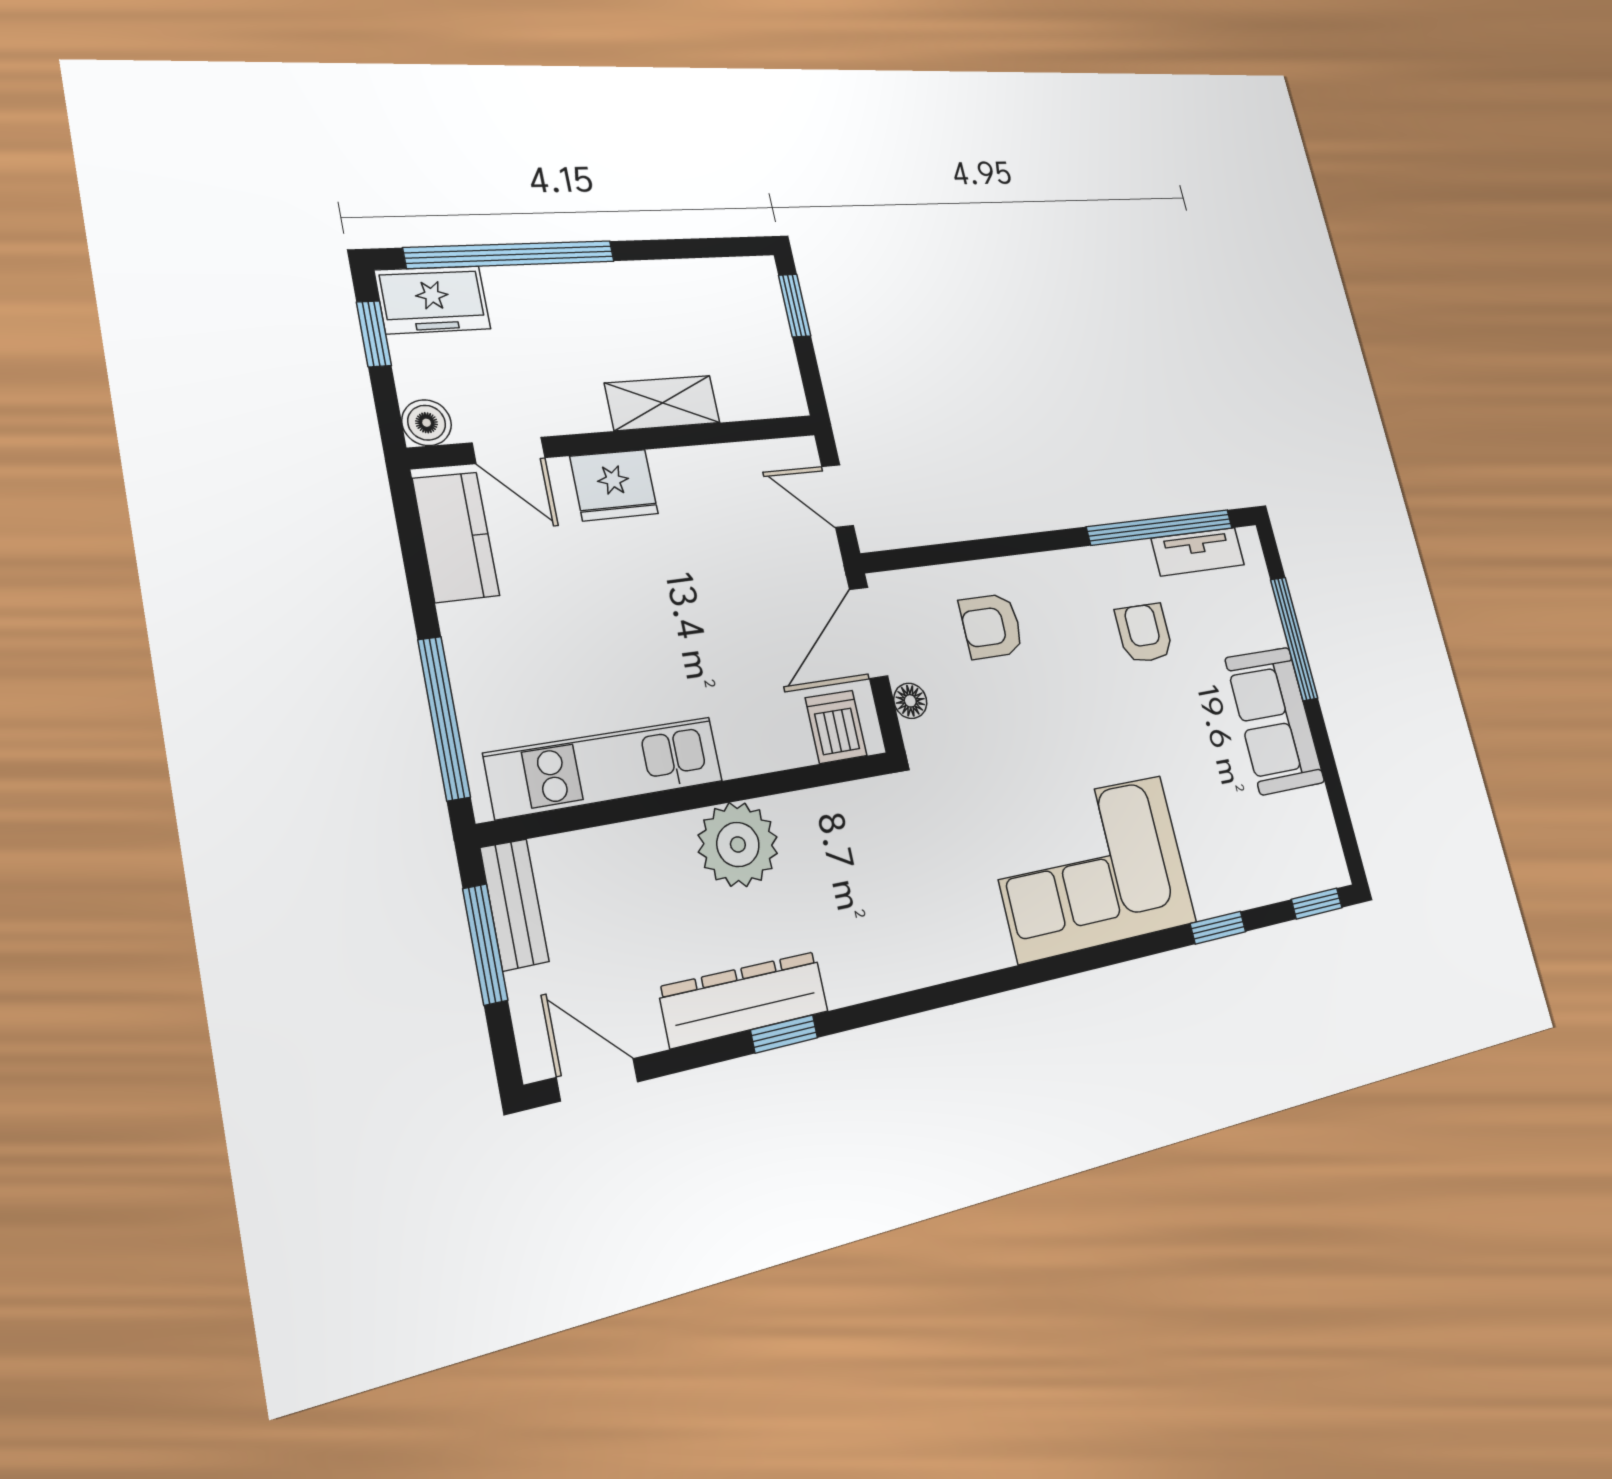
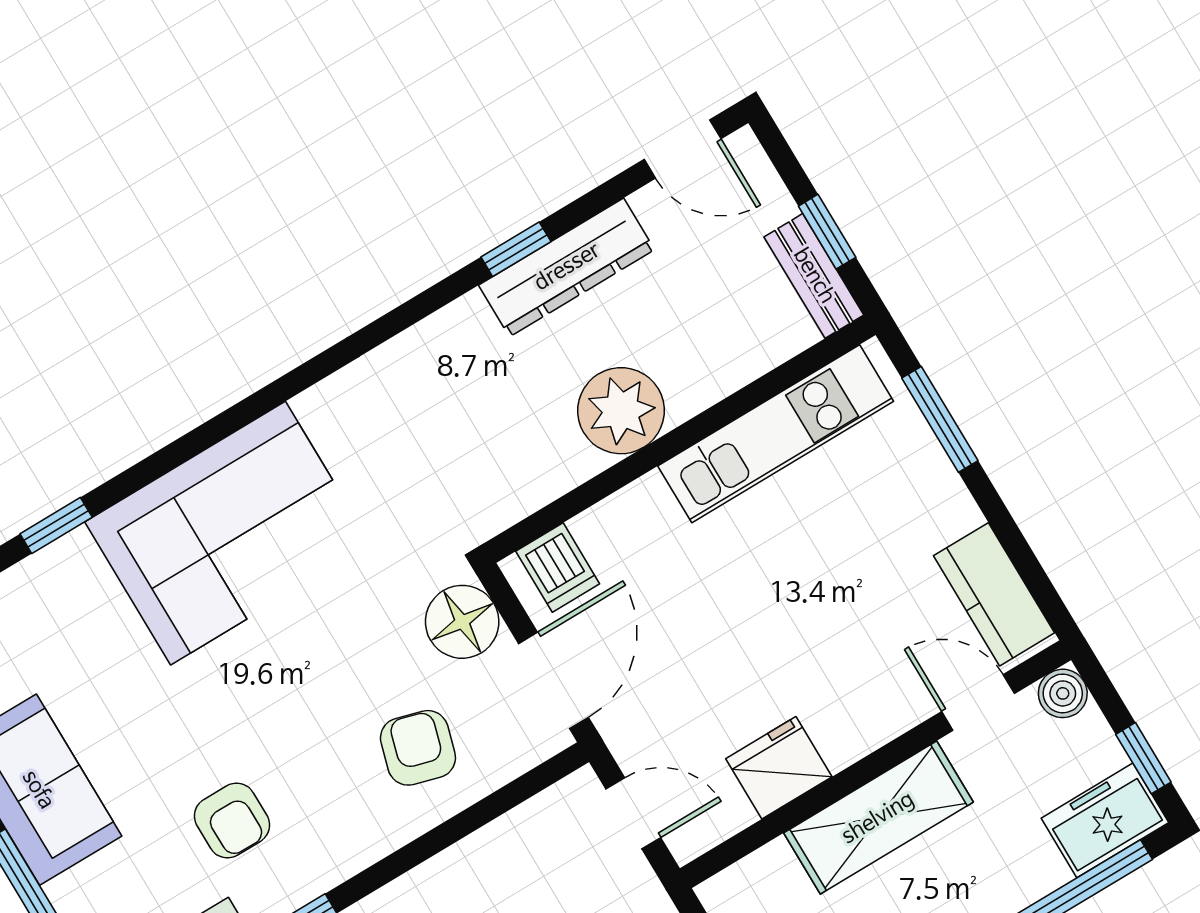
shelving: (663, 403) -> (878, 818), width x1.50, depth x1.33
fridge: (614, 485) -> (779, 768), moved
armchair: (991, 626) -> (418, 748), turned -74
floor lamp: (910, 701) -> (462, 622), width x1.89, depth x1.89
window: (444, 718) -> (940, 419), width x0.69
window: (485, 944) -> (827, 232), width x0.67

